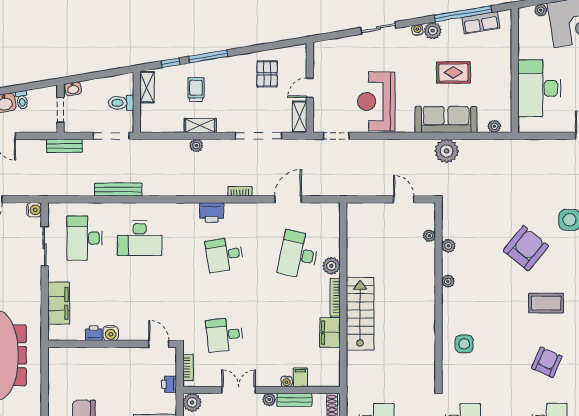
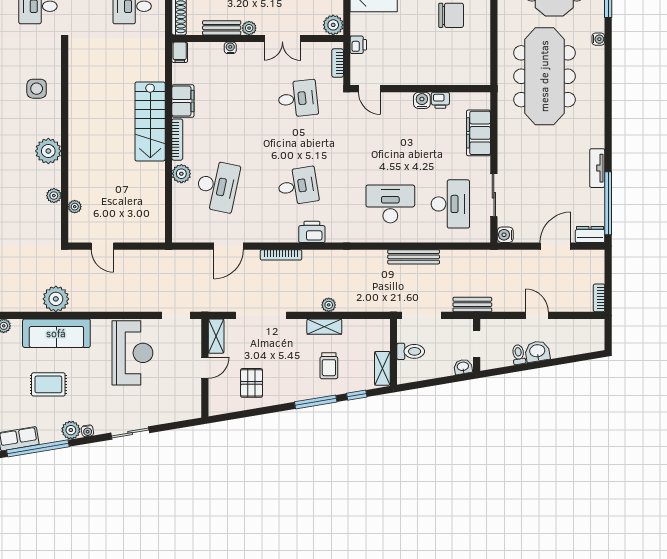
bookcase: (240, 191) -> (281, 255), width x1.56
plant: (448, 281) -> (48, 151), width x1.88, depth x1.88
filing cabinet: (300, 377) -> (180, 52), moved

